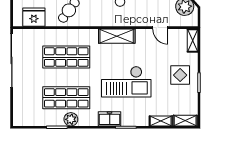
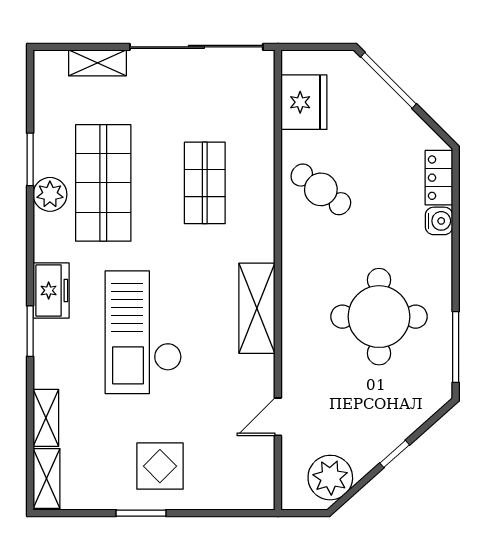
shelving: (193, 40) -> (97, 63), moved
shop shelf: (66, 57) -> (205, 183), width x0.70, depth x0.74

